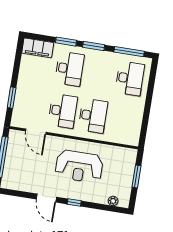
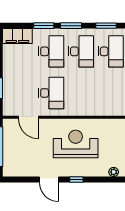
window: (129, 52) -> (106, 26), width x0.69
desk: (93, 116) -> (81, 51), moved
reception desk: (79, 166) -> (76, 144), turned 180

